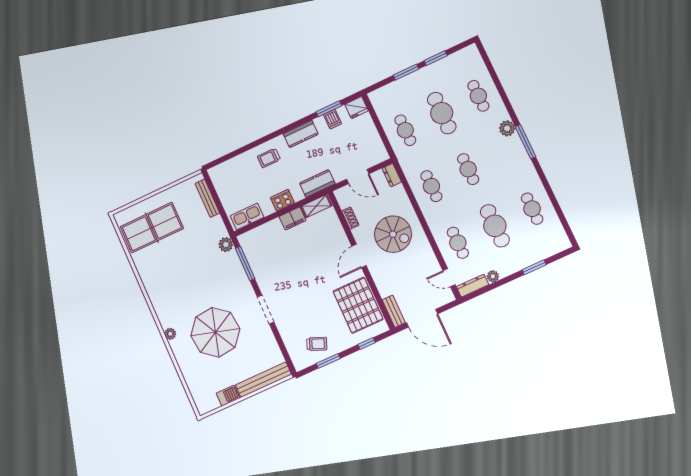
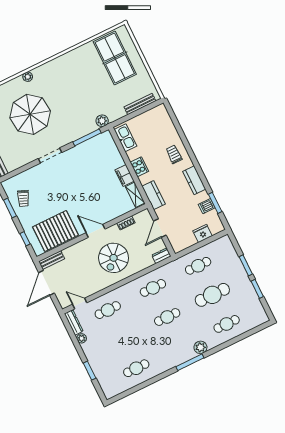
fridge: (356, 108) -> (203, 233), moved, turned 90
cafe table: (495, 226) -> (122, 339), removed
door: (449, 278) -> (80, 304), hinge flipped

